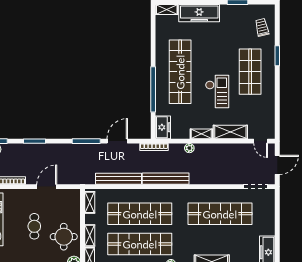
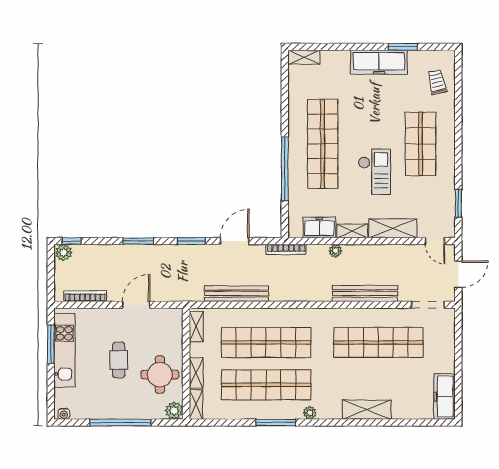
freezer: (199, 13) -> (379, 62), moved
window: (277, 56) -> (458, 203), moved
freezer: (163, 127) -> (319, 227), moved, turned -90
window: (34, 141) -> (138, 241), moved
window: (86, 141) -> (191, 241), width x0.69
bench: (166, 179) -> (365, 293), moved

